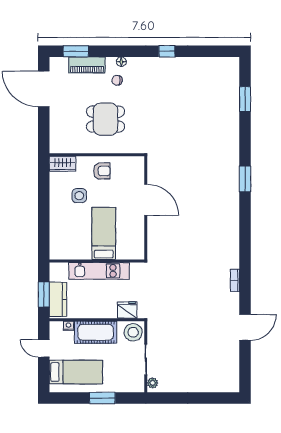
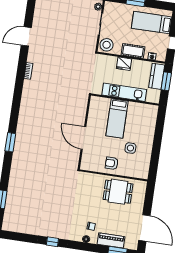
dining table: (105, 119) -> (118, 192), moved
wardrobe: (62, 164) -> (139, 173), removed
fridge: (127, 310) -> (124, 64), moved
cot: (96, 332) -> (133, 51), width x0.73, depth x0.75

